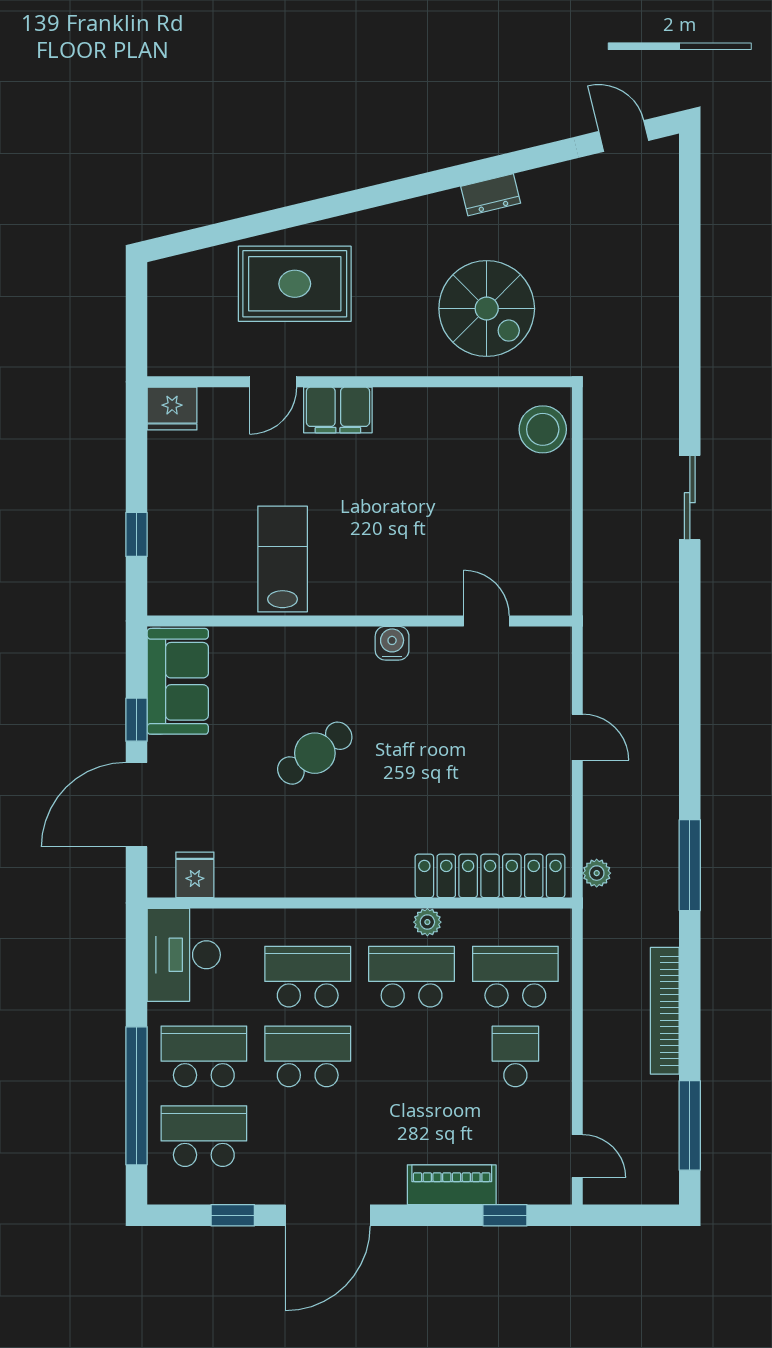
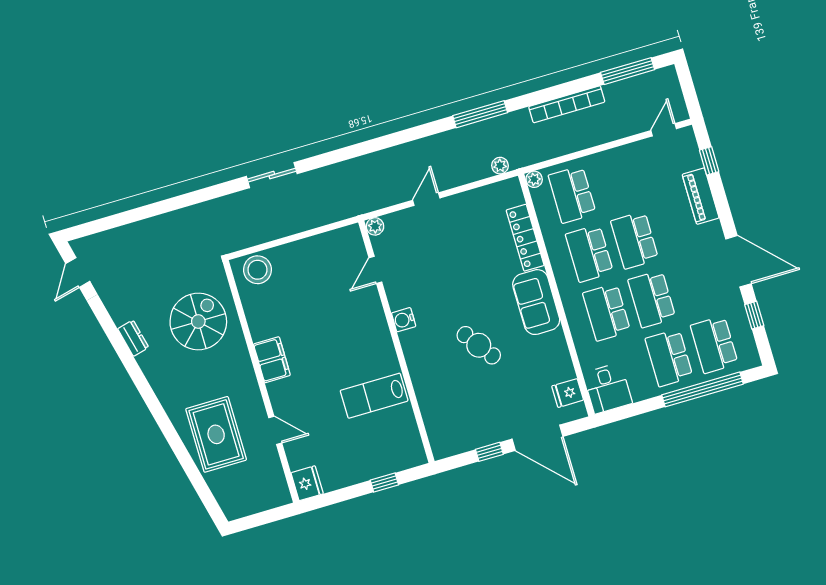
filing cabinet: (338, 410) -> (272, 360), moved
plant: (557, 641) -> (375, 226), added
sofa: (178, 681) -> (536, 302), moved, turned -90
locker: (490, 876) -> (525, 238), width x0.71, depth x0.83
plant: (427, 922) -> (534, 179), moved
desk: (184, 955) -> (608, 388), width x0.73
school desk: (515, 1056) -> (635, 240), moved, width x1.85

